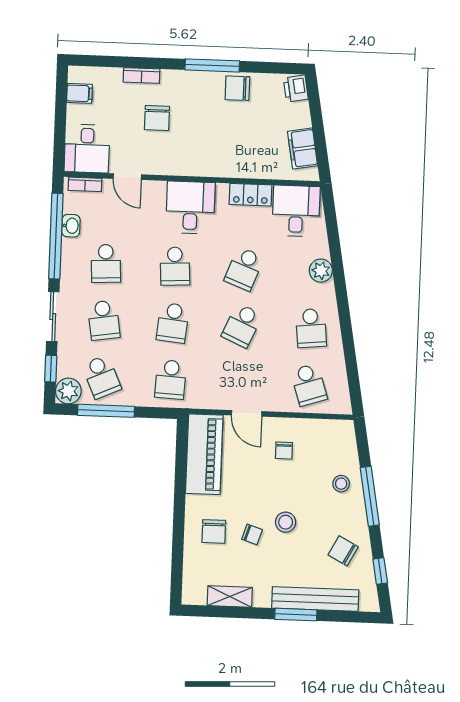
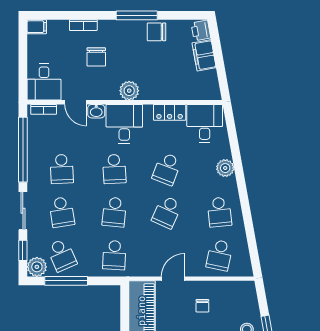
filing cabinet: (80, 93) -> (37, 27), moved
filing cabinet: (303, 148) -> (204, 55), moved
plant: (199, 164) -> (129, 91), added
washbasin: (71, 226) -> (96, 111), moved, turned 90
school desk: (309, 385) -> (219, 255), turned 30
door: (247, 413) -> (173, 279), swing flipped

